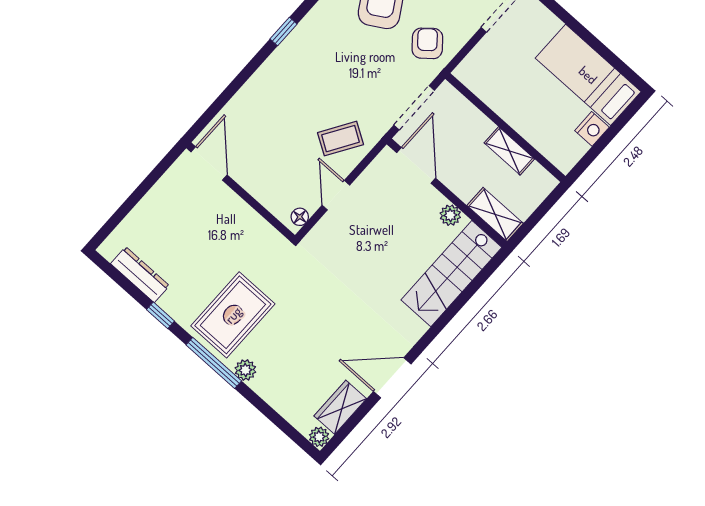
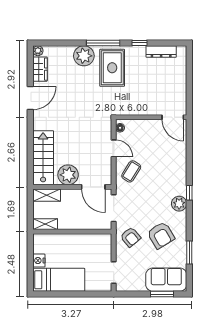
plant: (313, 29) -> (179, 204), added
shelving: (509, 151) -> (45, 224), moved
plant: (450, 215) -> (68, 175), width x1.87, depth x1.87
plant: (245, 370) -> (84, 56), width x1.87, depth x1.87

